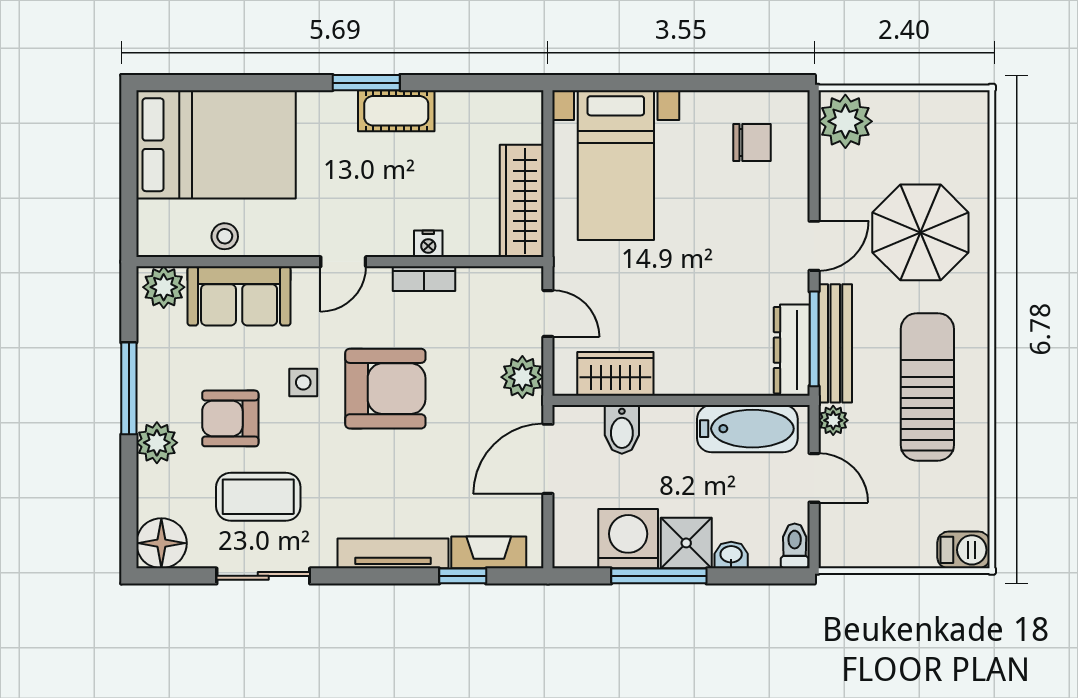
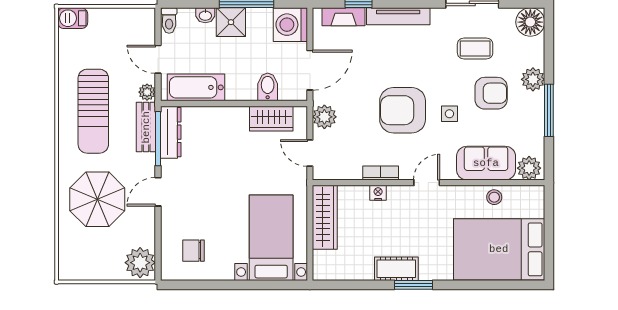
bench: (835, 343) -> (146, 127), width x0.73
coffee table: (258, 497) -> (475, 49), width x0.73, depth x0.77
washing machine: (628, 539) -> (290, 25), moved, turned 90

